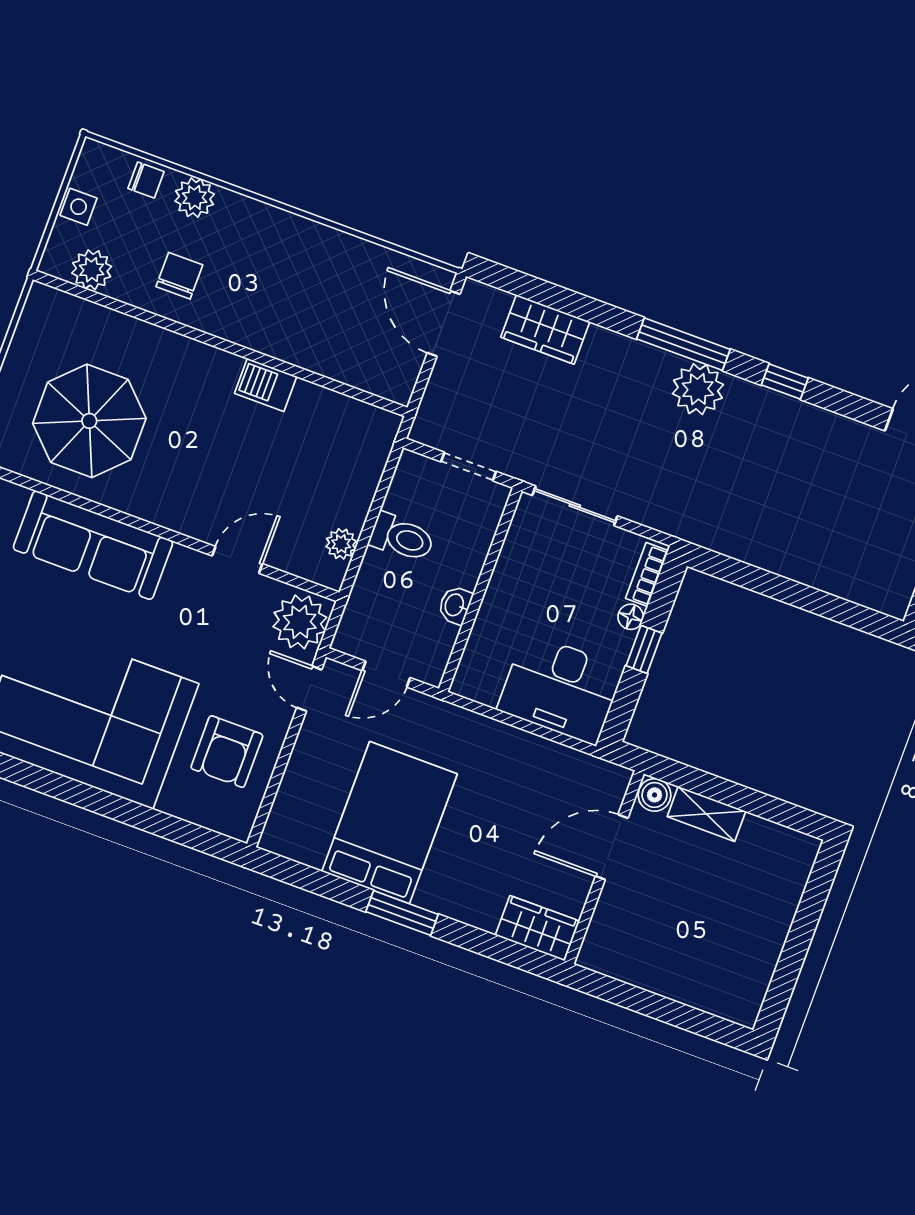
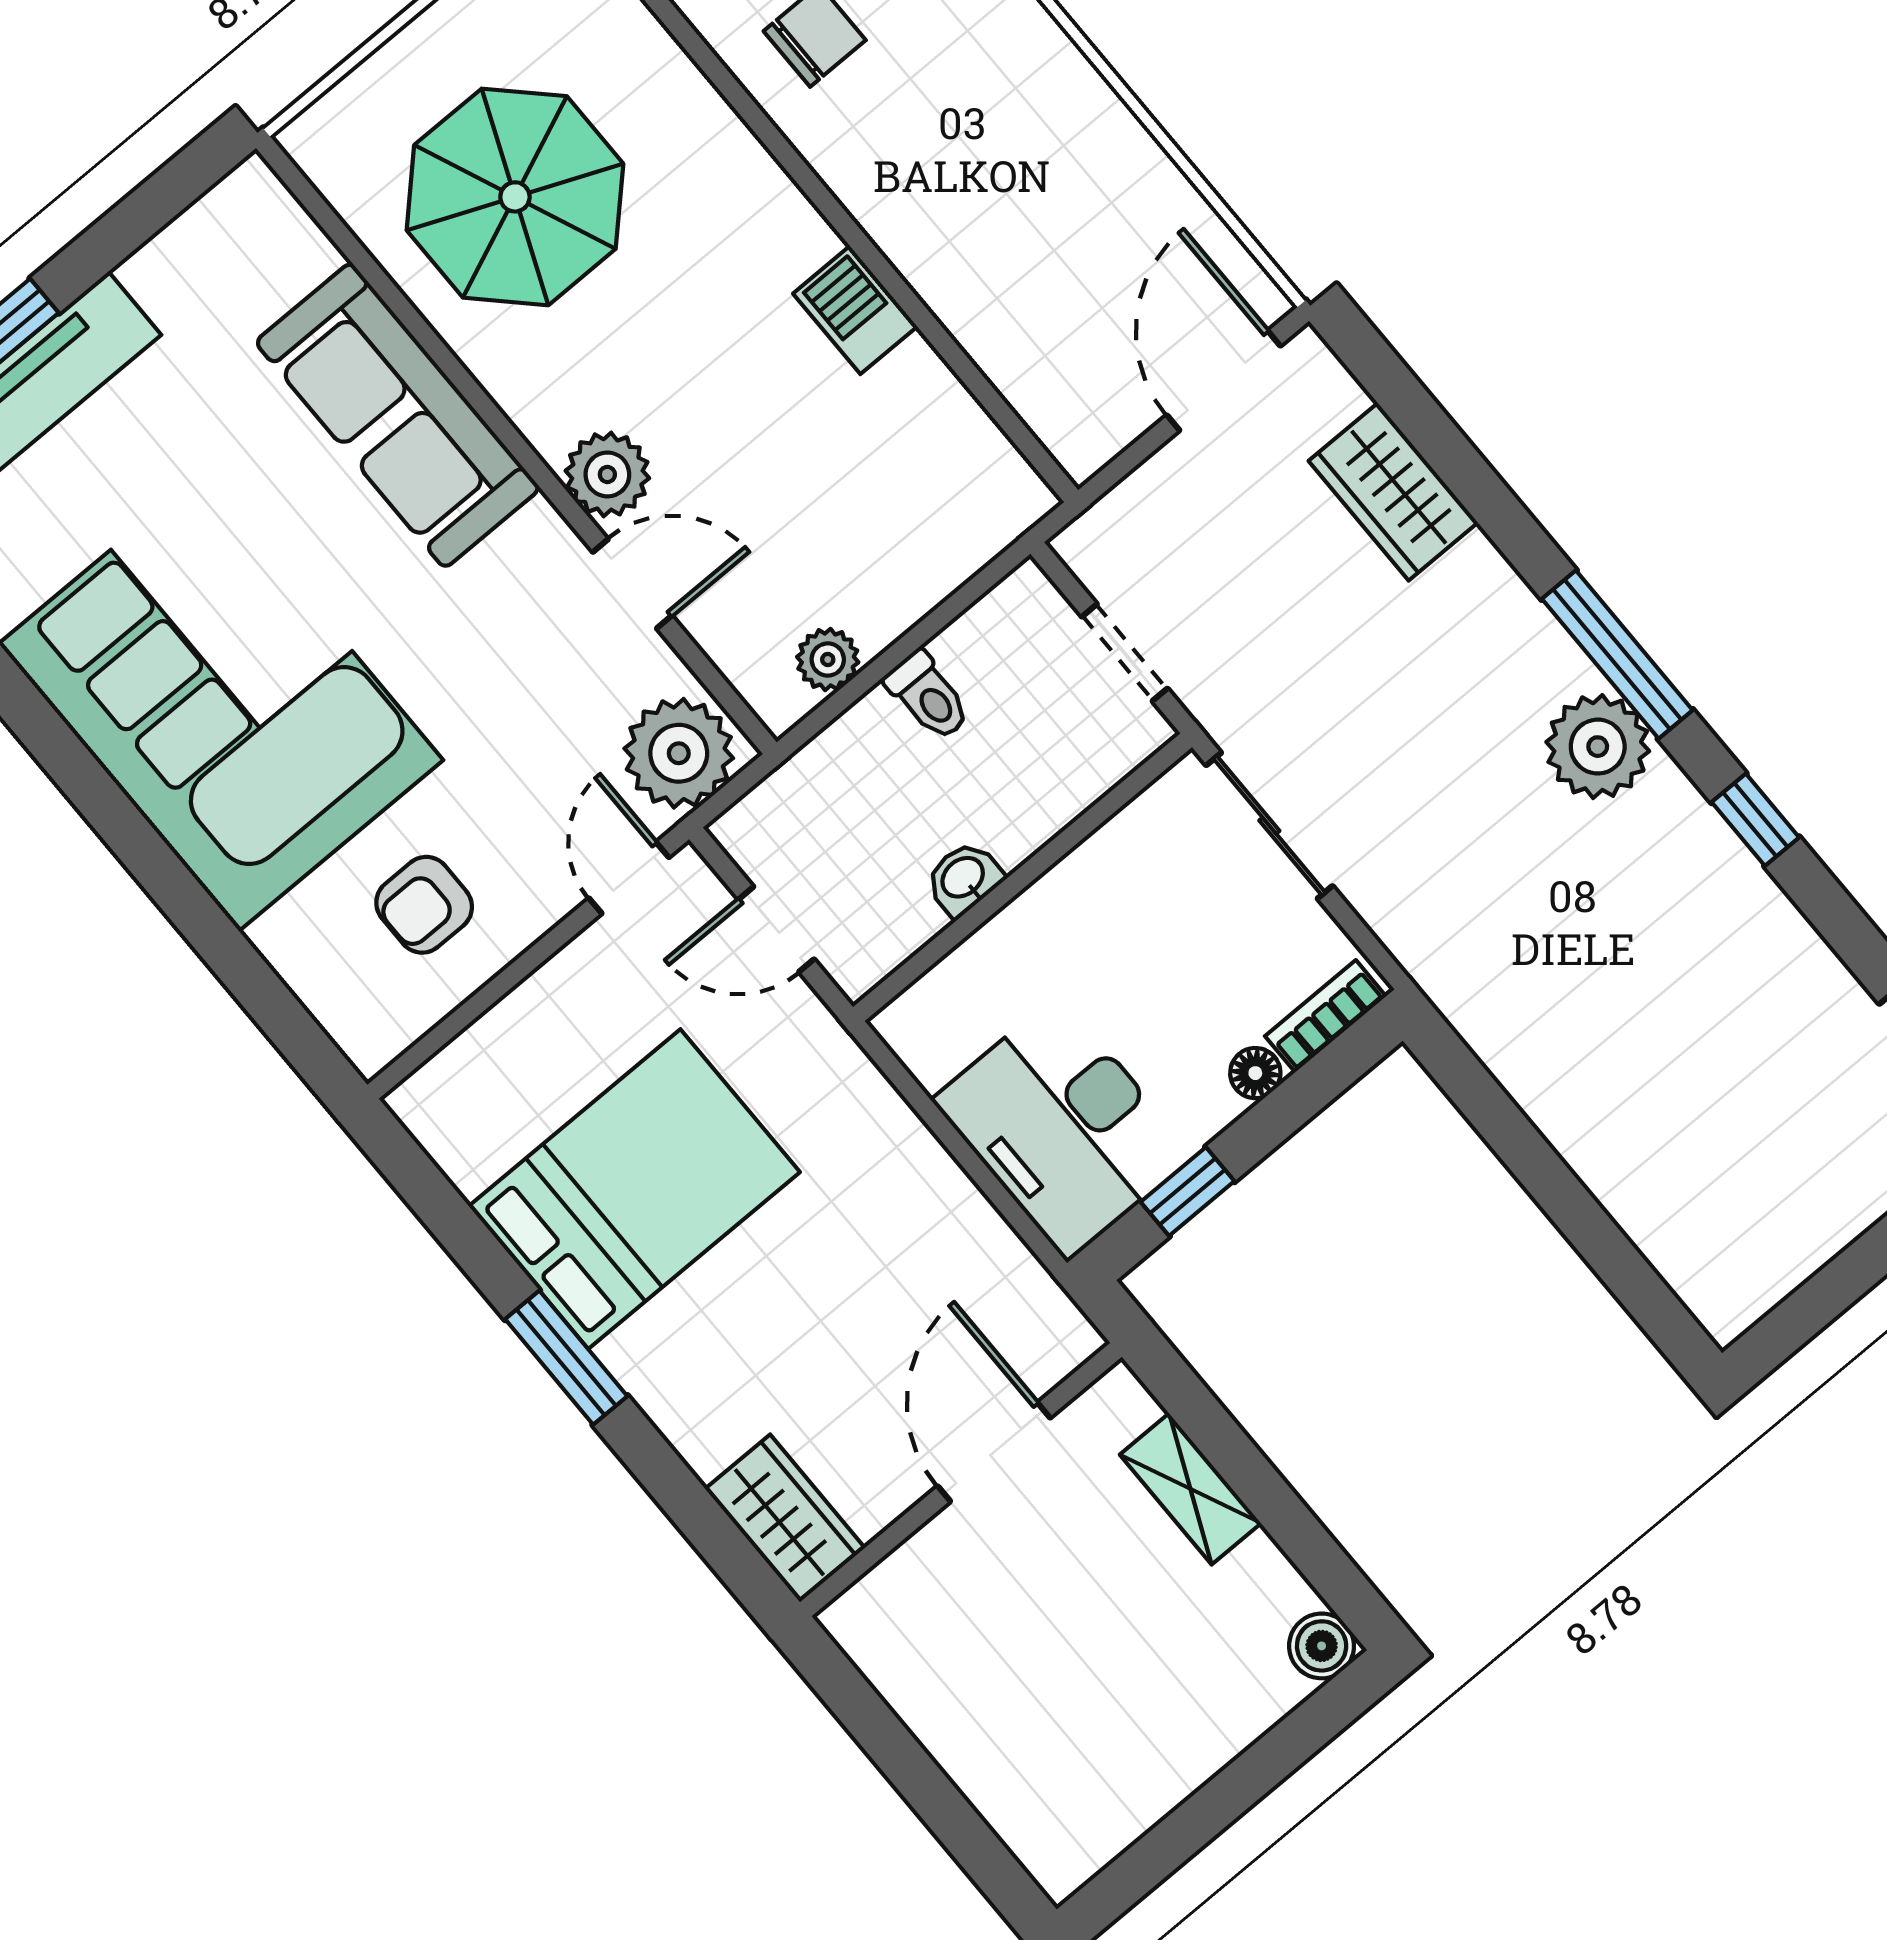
plant: (199, 518) -> (607, 474), added
toilet: (402, 538) -> (928, 696), width x0.73, depth x0.72
window: (644, 649) -> (1187, 1192), moved
armchair: (227, 752) -> (424, 905), width x0.72, depth x0.72
boiler: (655, 795) -> (1322, 1646), moved
door: (612, 847) -> (994, 1452), hinge flipped

